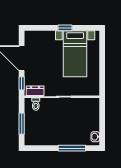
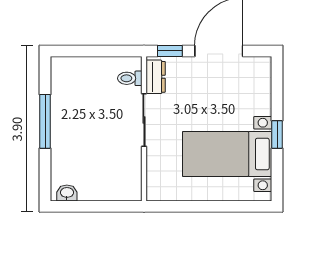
window: (22, 124) -> (92, 51), removed
window: (72, 148) -> (45, 121), moved

